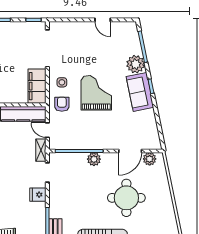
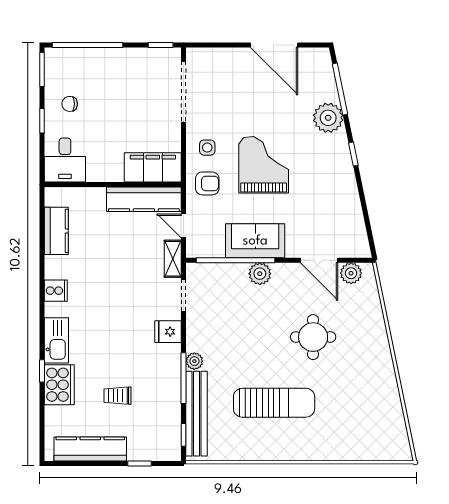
door: (103, 20) -> (274, 45), width x1.88
filing cabinet: (37, 86) -> (153, 167), moved, turned 90
sofa: (140, 92) -> (255, 241), moved, turned 102
armchair: (62, 104) -> (207, 183), turned 90
door: (130, 151) -> (319, 260), hinge flipped
round table: (126, 198) -> (313, 337), width x0.73, depth x0.73
plant: (54, 213) -> (194, 361), added

